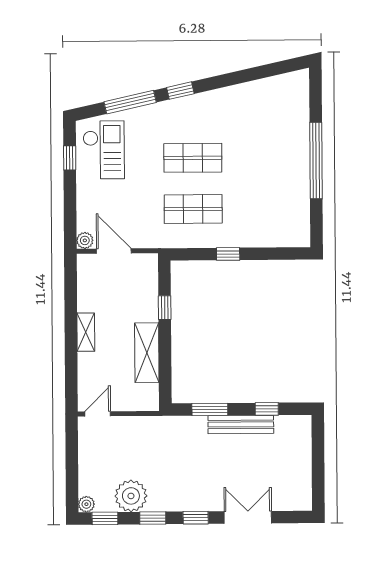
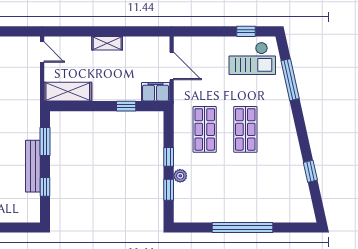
window: (180, 91) -> (310, 171), moved
plant: (85, 240) -> (180, 176), moved
door: (114, 251) -> (172, 66), hinge flipped
window: (269, 254) -> (169, 190), added
filing cabinet: (146, 271) -> (156, 92), added
shelving: (147, 353) -> (68, 92), moved

